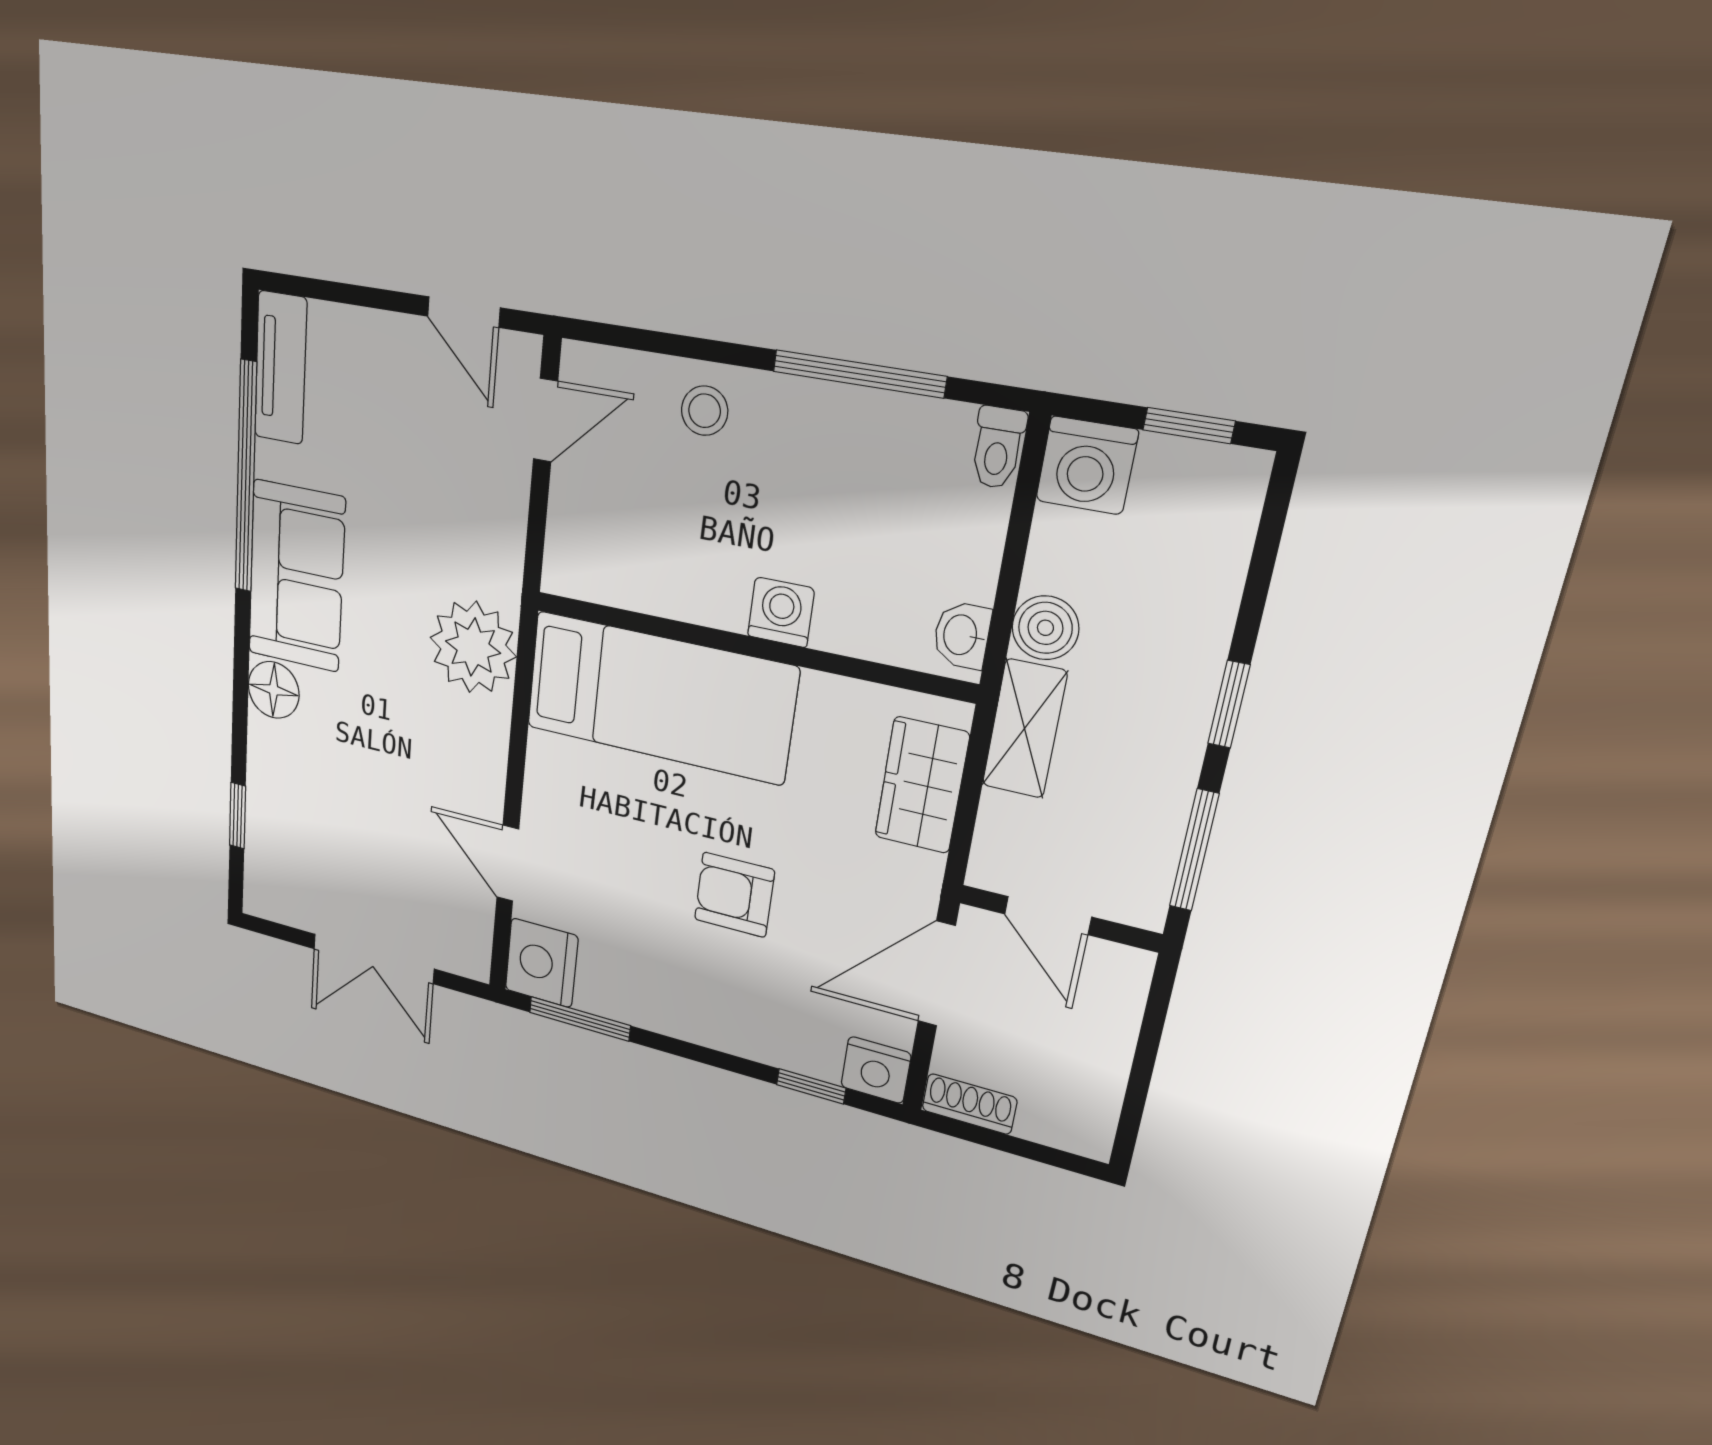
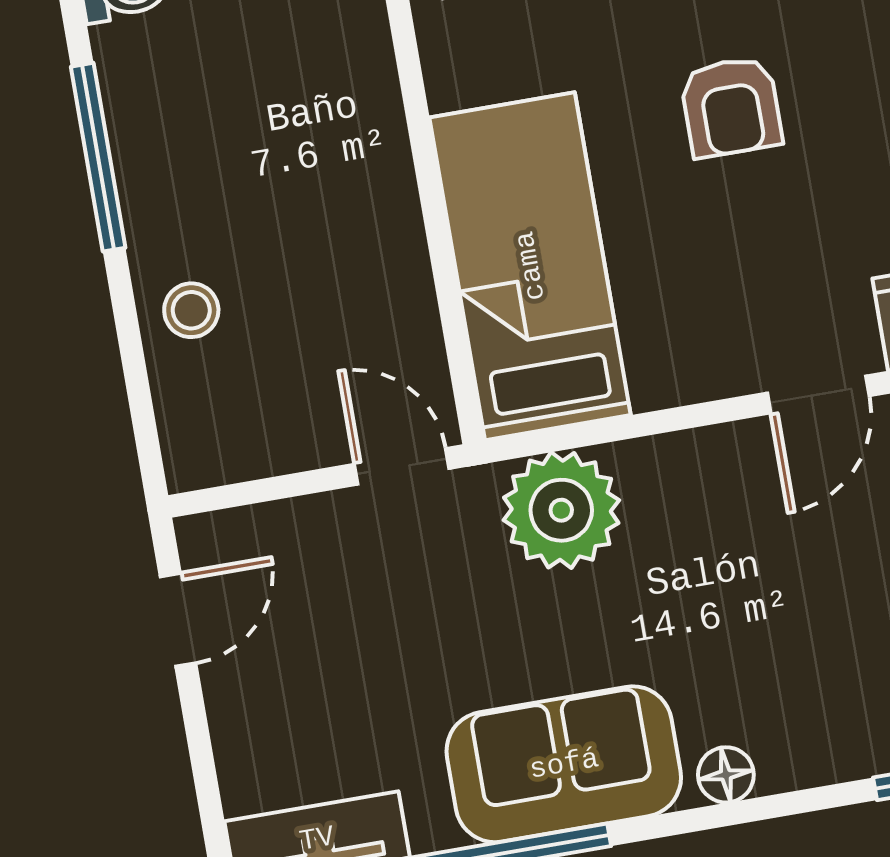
door: (546, 420) -> (402, 466), moved
washing machine: (781, 612) -> (378, 159), removed
floor lamp: (274, 690) -> (726, 775), width x0.73, depth x0.73

